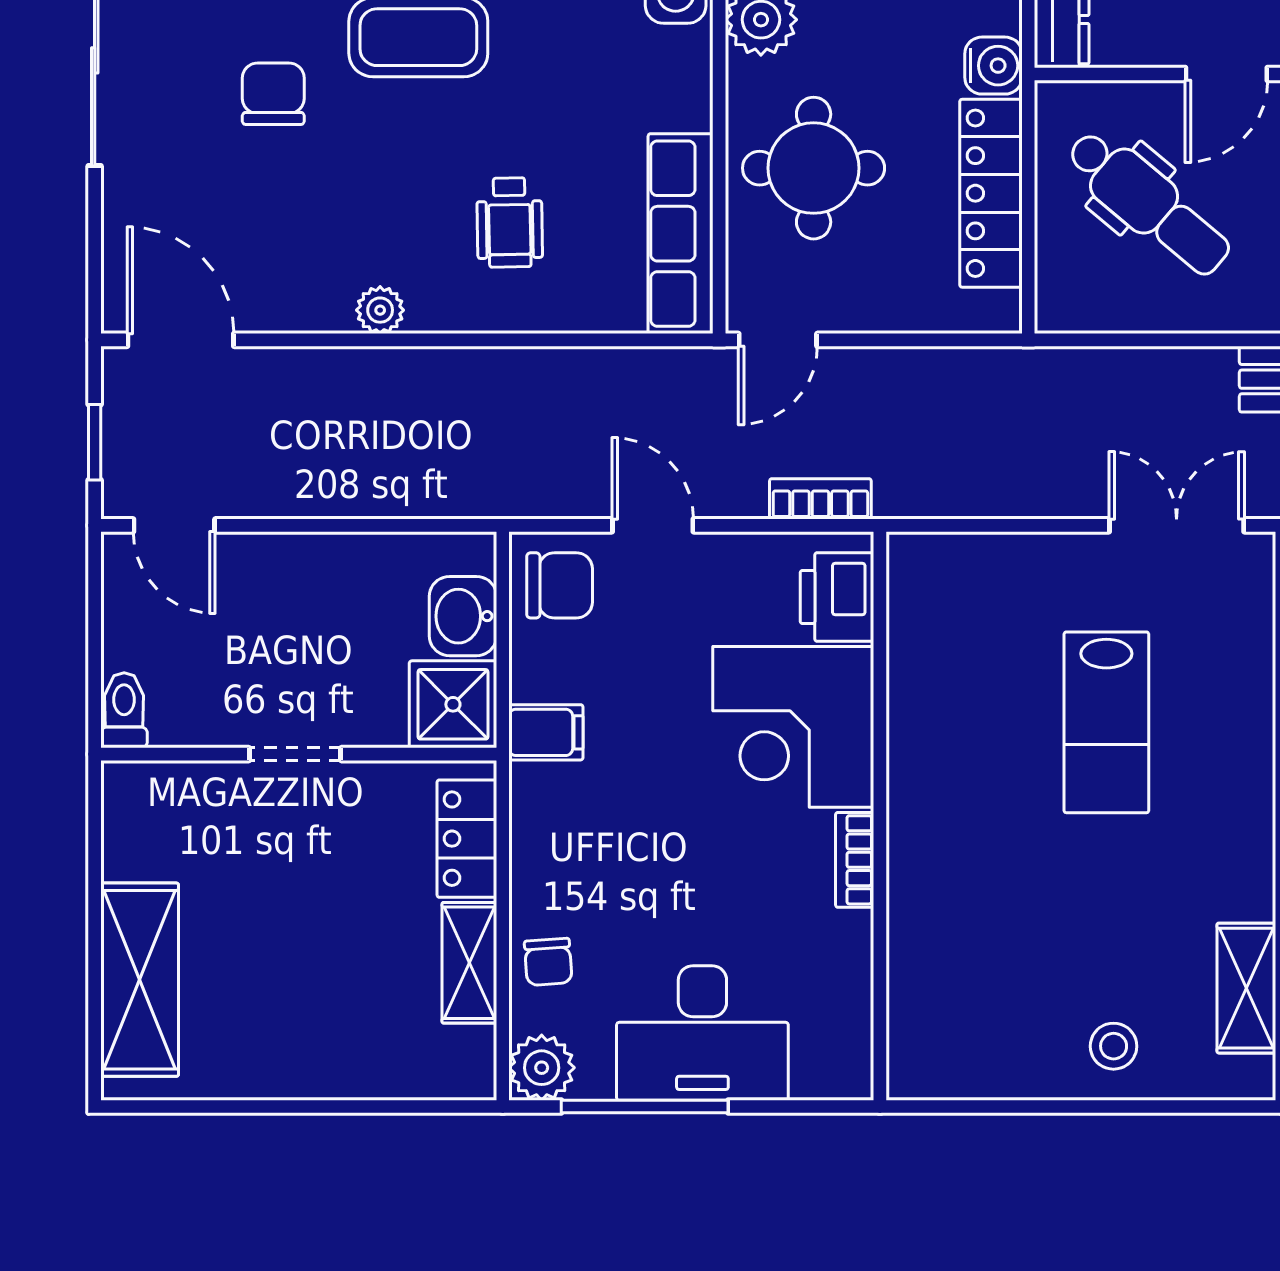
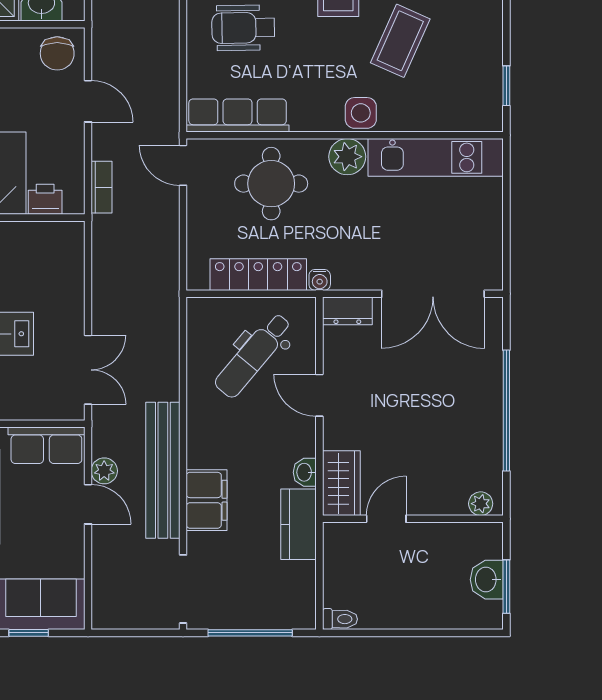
water cooler: (993, 66) -> (320, 280), width x0.72, depth x0.72
wheelchair: (510, 222) -> (243, 28), width x1.36, depth x1.37
door: (653, 525) -> (88, 101), hinge flipped
printer: (837, 597) -> (45, 199), width x0.73, depth x0.81

